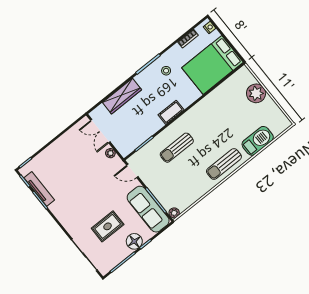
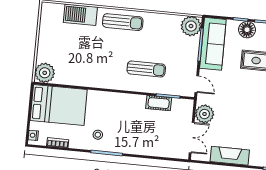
plant: (256, 93) -> (45, 73), moved
wardrobe: (122, 96) -> (150, 148), removed
cot: (171, 112) -> (159, 103), moved
fireplace: (62, 144) -> (230, 156), added
plant: (110, 153) -> (205, 114), width x1.87, depth x1.87
plant: (174, 213) -> (191, 26), width x1.87, depth x1.87

